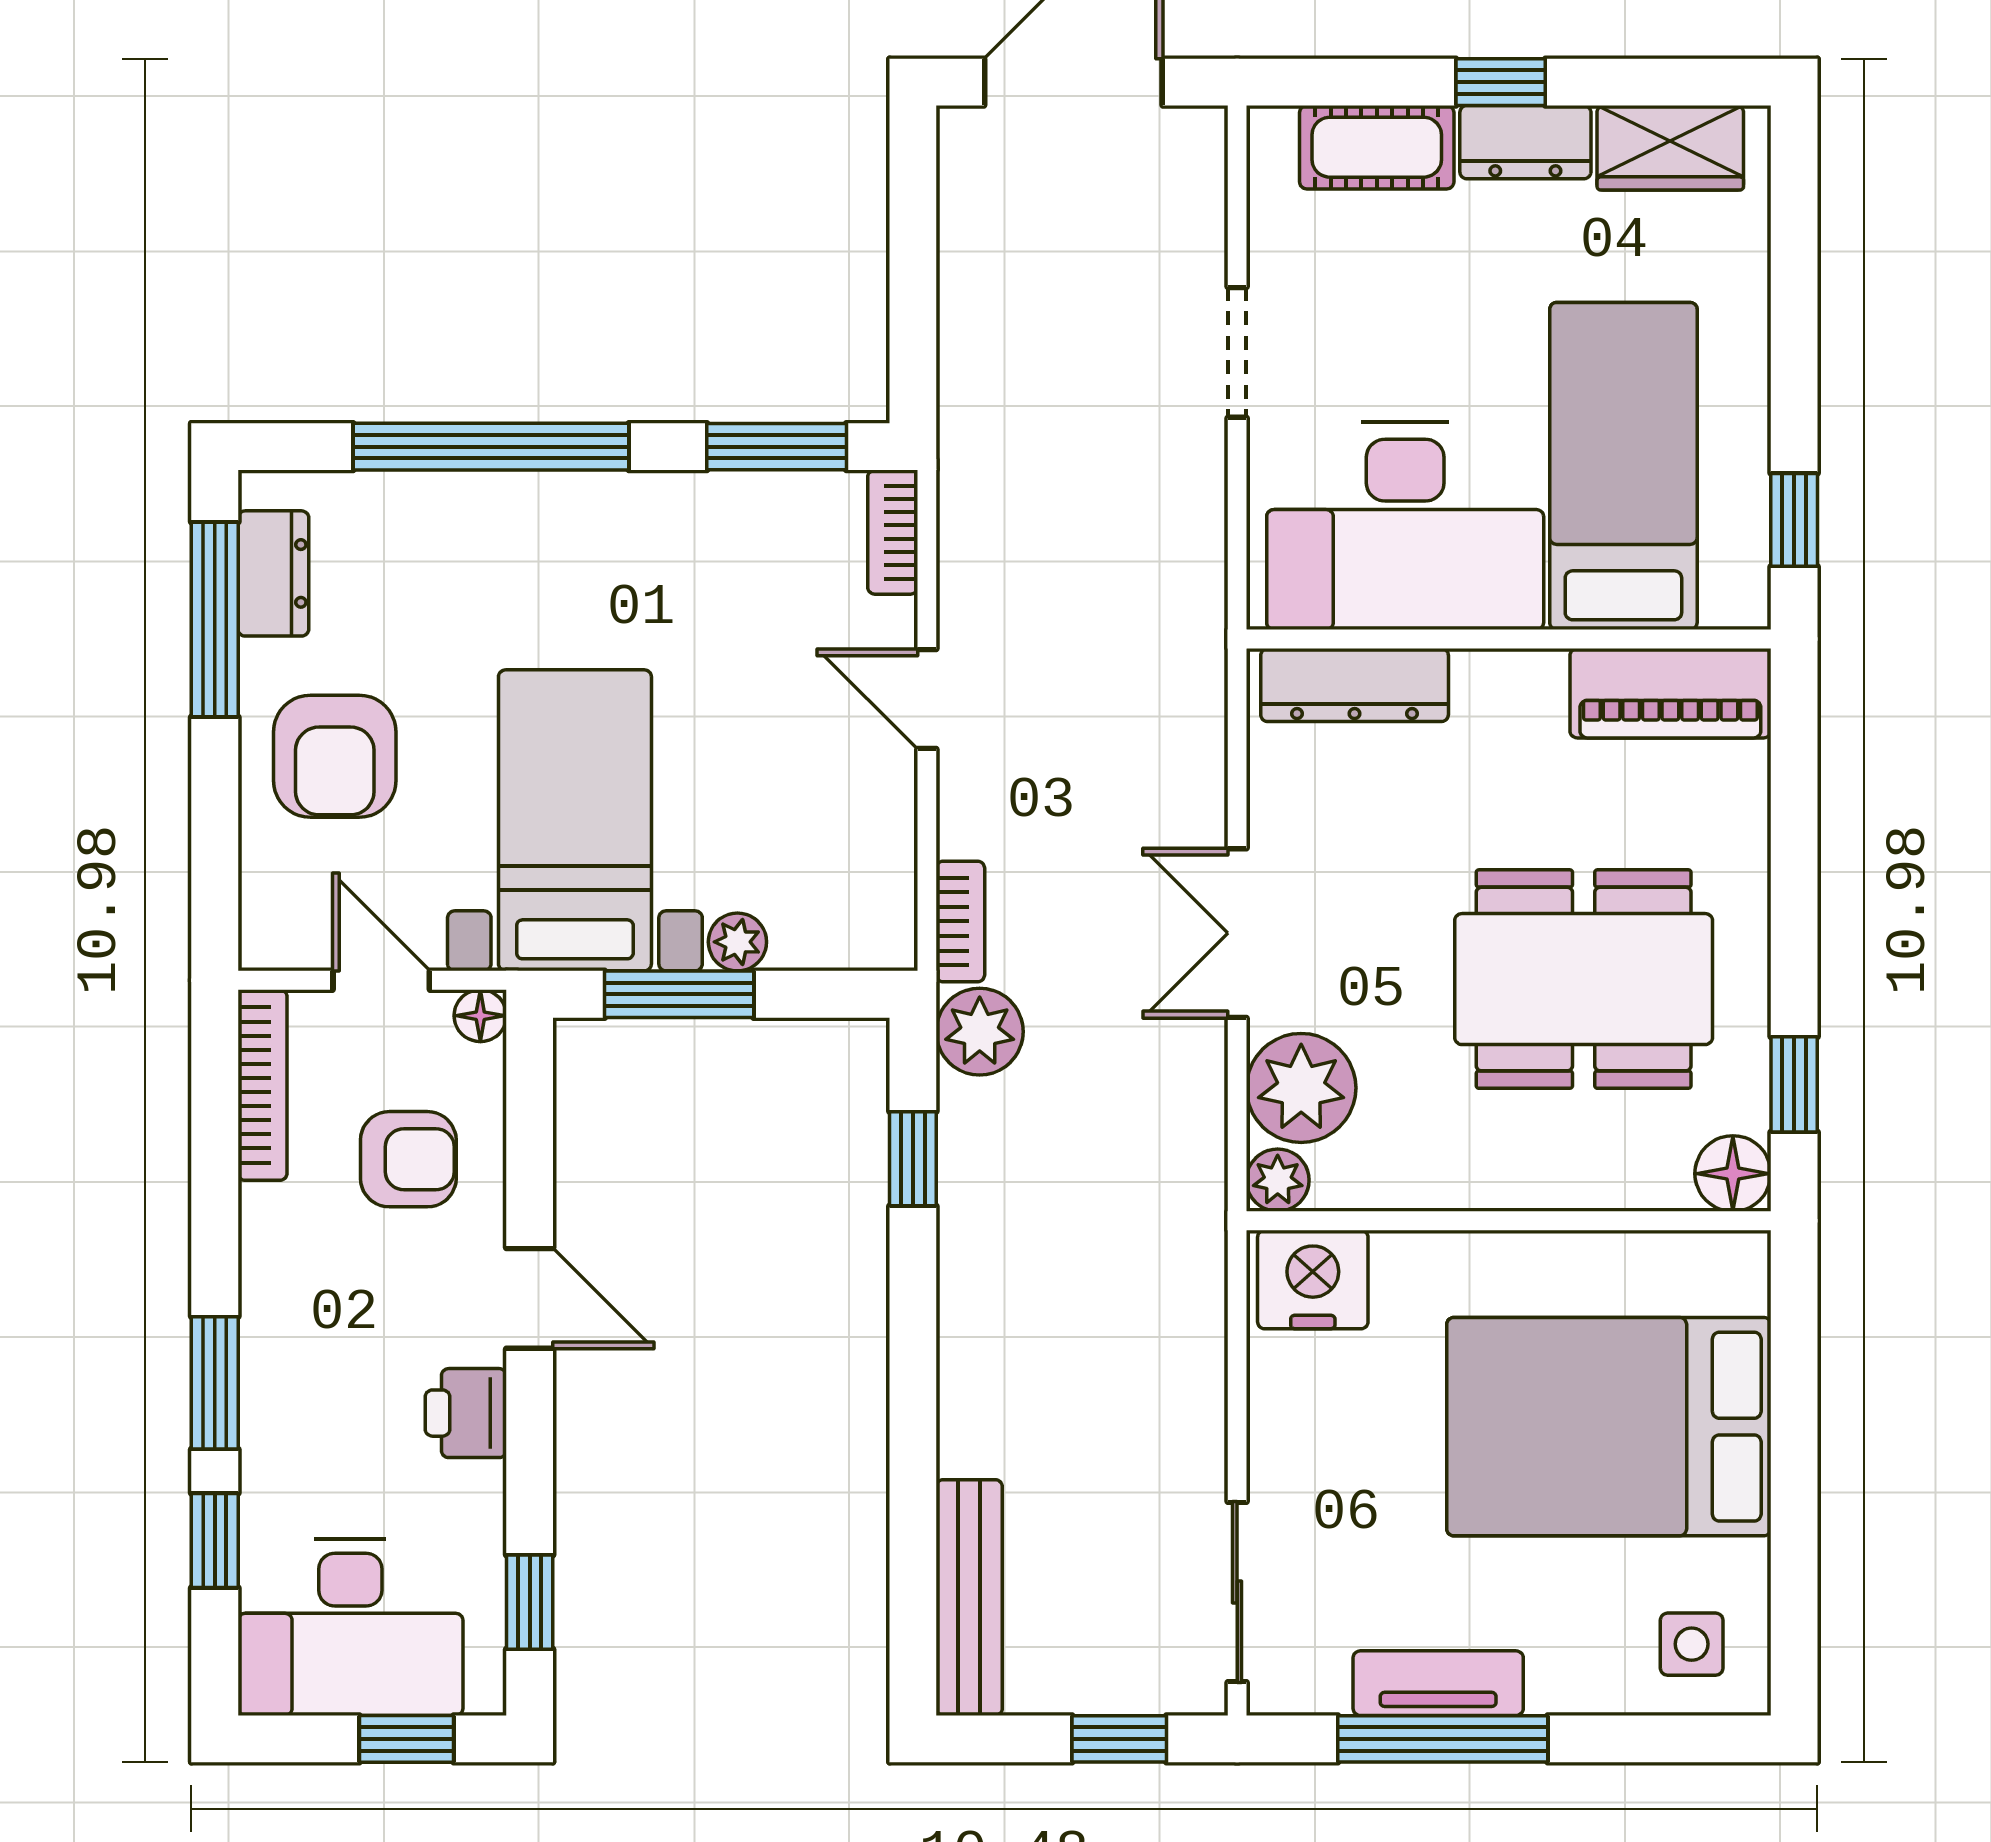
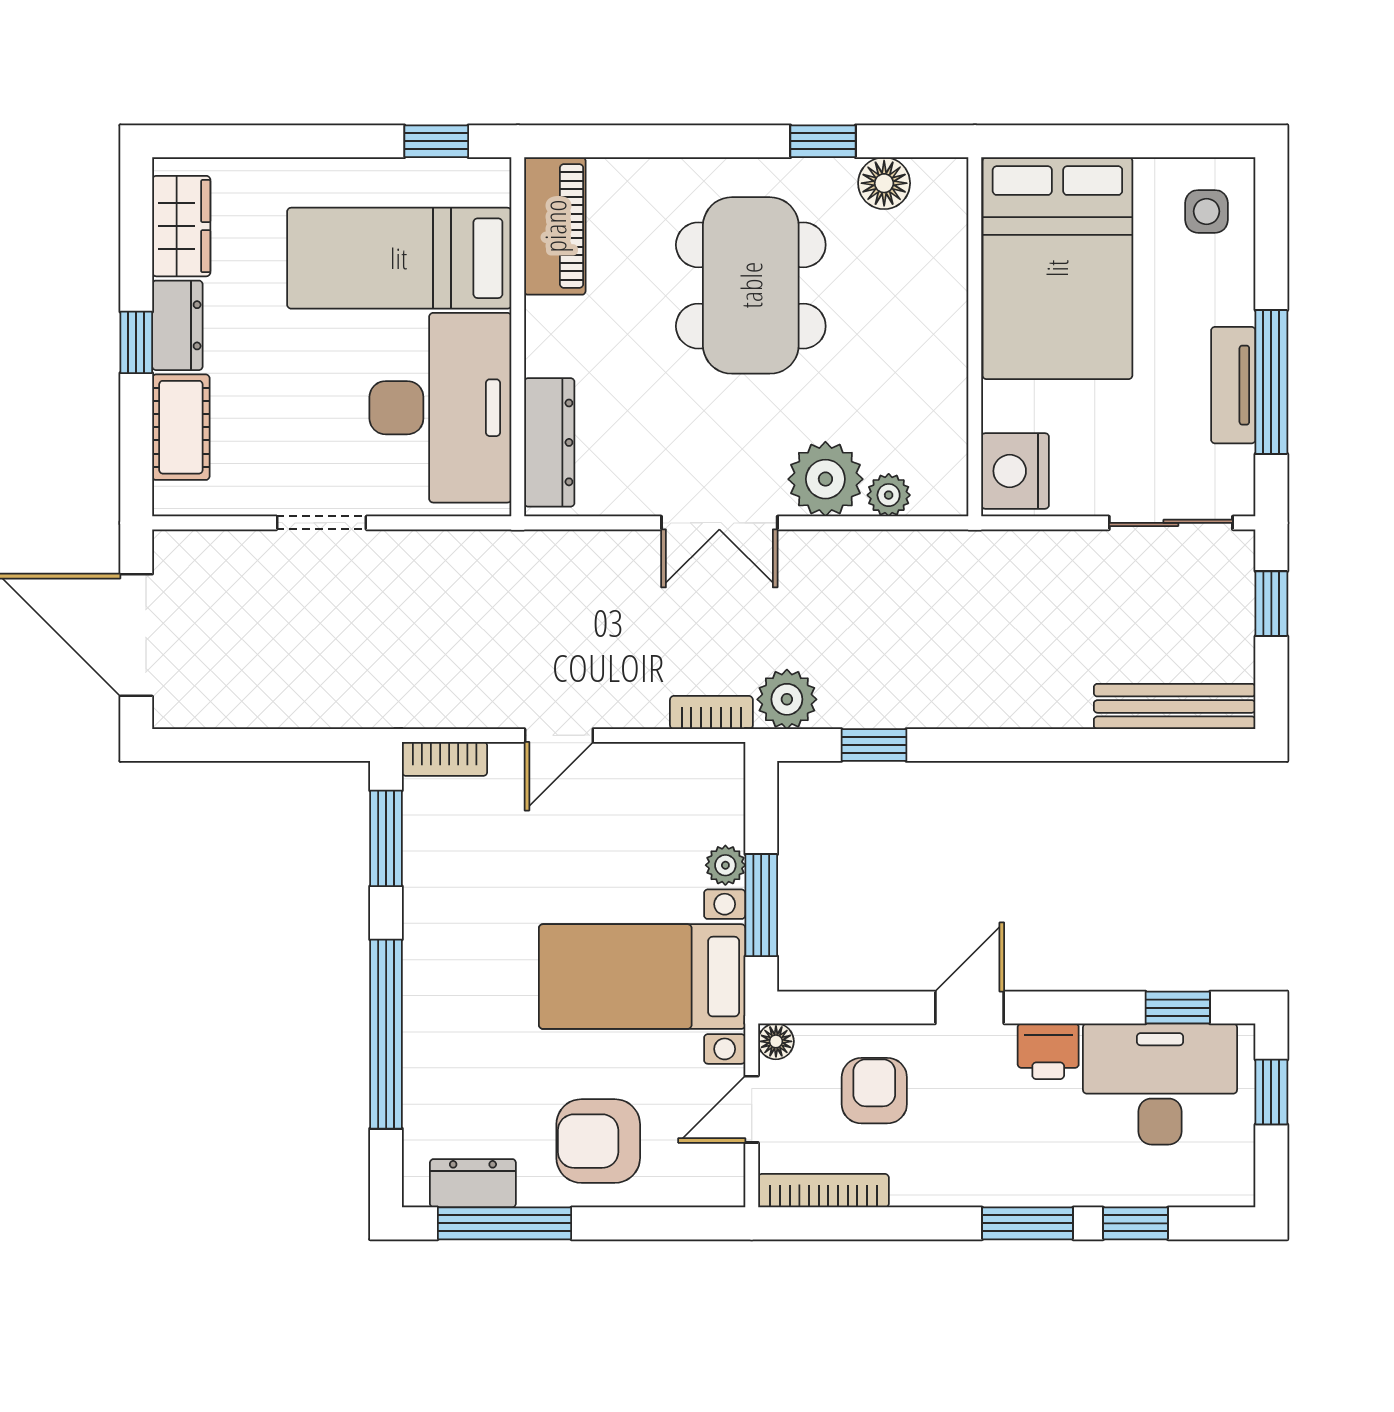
armchair: (335, 756) -> (598, 1141), turned 180
wall: (1509, 1221) -> (975, 337), moved
nightstand: (1313, 1279) -> (1015, 471), moved
desk: (350, 1627) -> (1160, 1084), moved, turned -90

